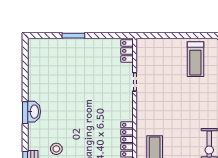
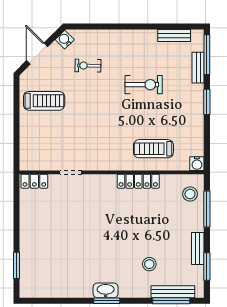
window: (73, 36) -> (16, 265), moved

